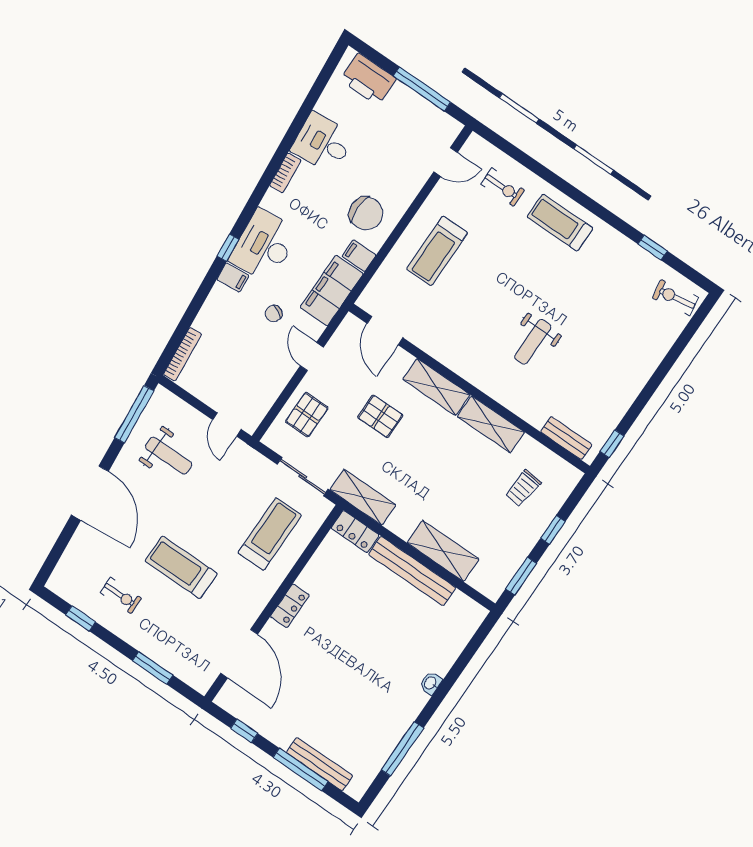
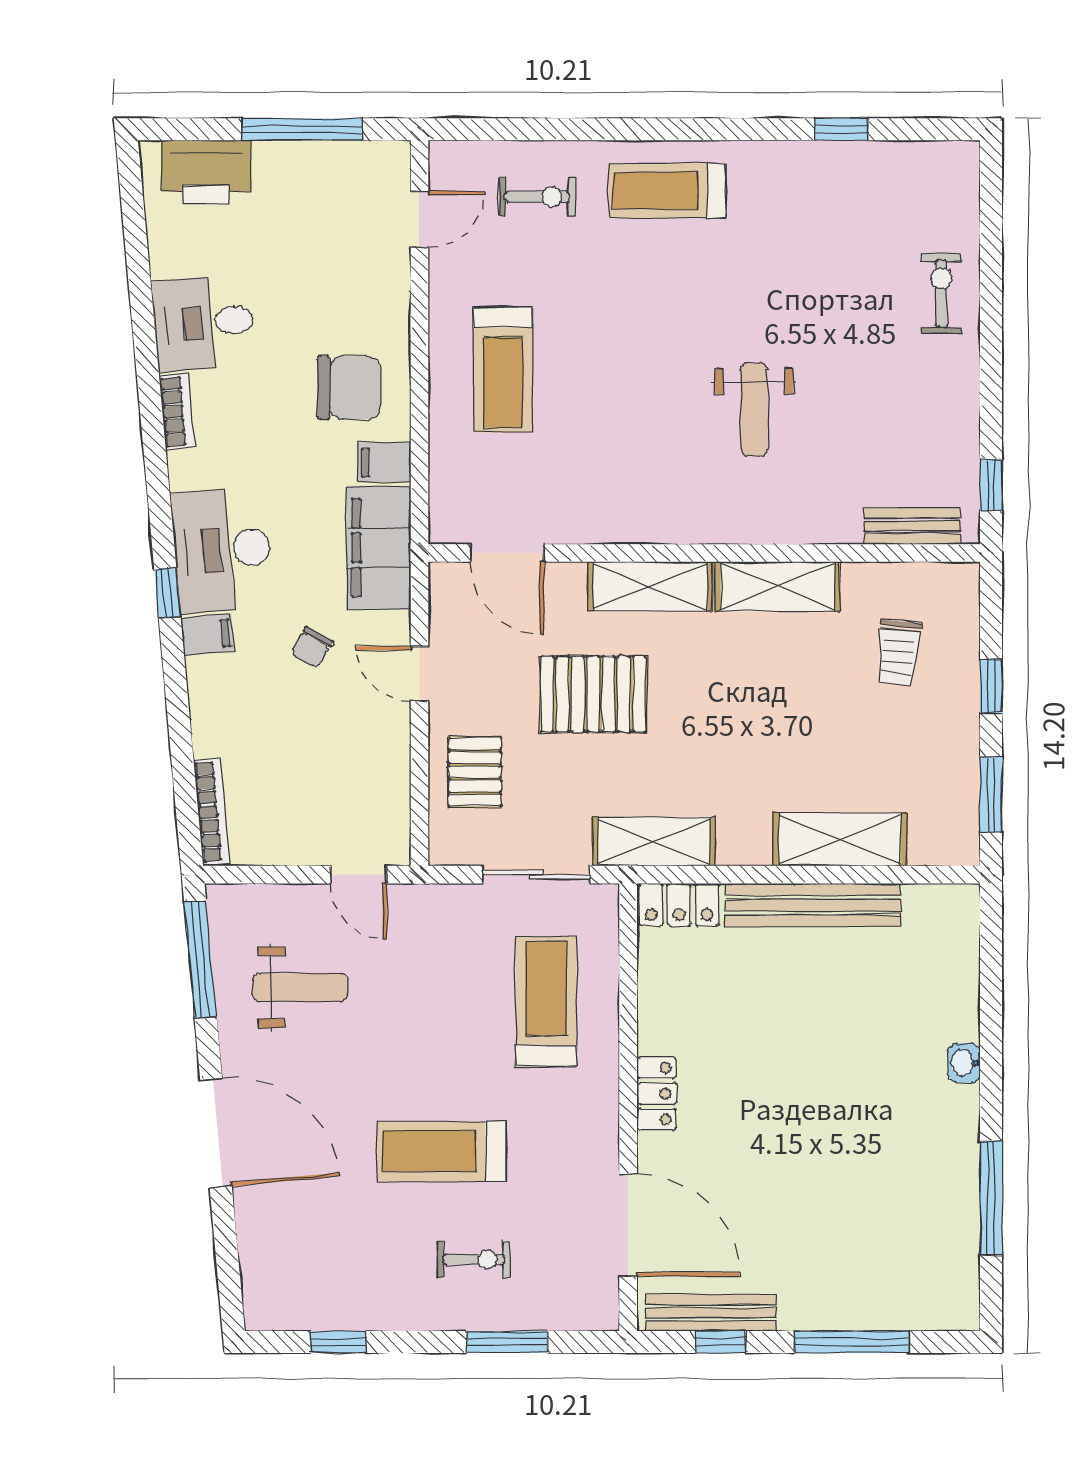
exercise bike: (675, 298) -> (942, 294), moved, turned 99
pallet: (380, 416) -> (593, 694), width x1.50, depth x1.42
exercise bike: (121, 595) -> (474, 1259), moved
bench: (320, 764) -> (711, 1313), moved

